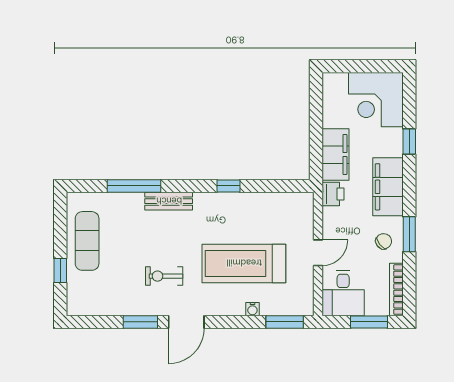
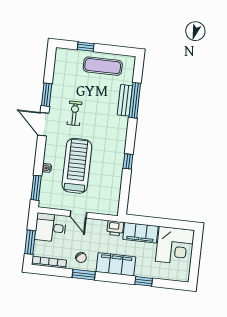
corner desk: (376, 100) -> (175, 246), moved, turned 180
bench: (169, 201) -> (125, 100), moved

